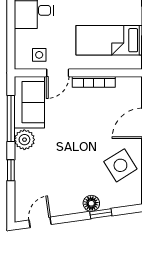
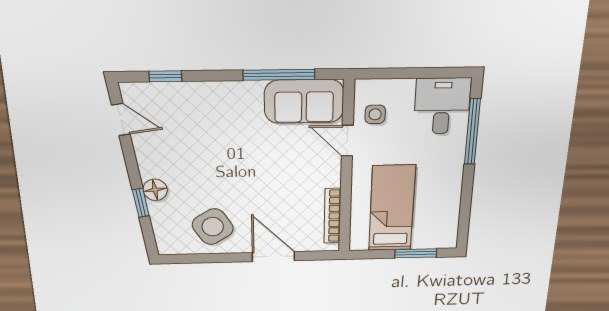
bookcase: (94, 82) -> (332, 216), moved
plant: (24, 140) -> (247, 95), removed
window: (11, 170) -> (165, 76), moved

